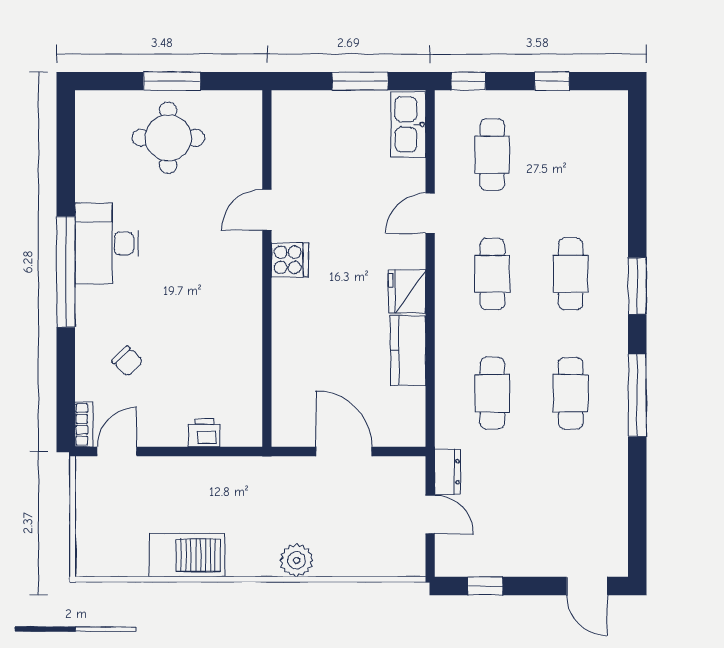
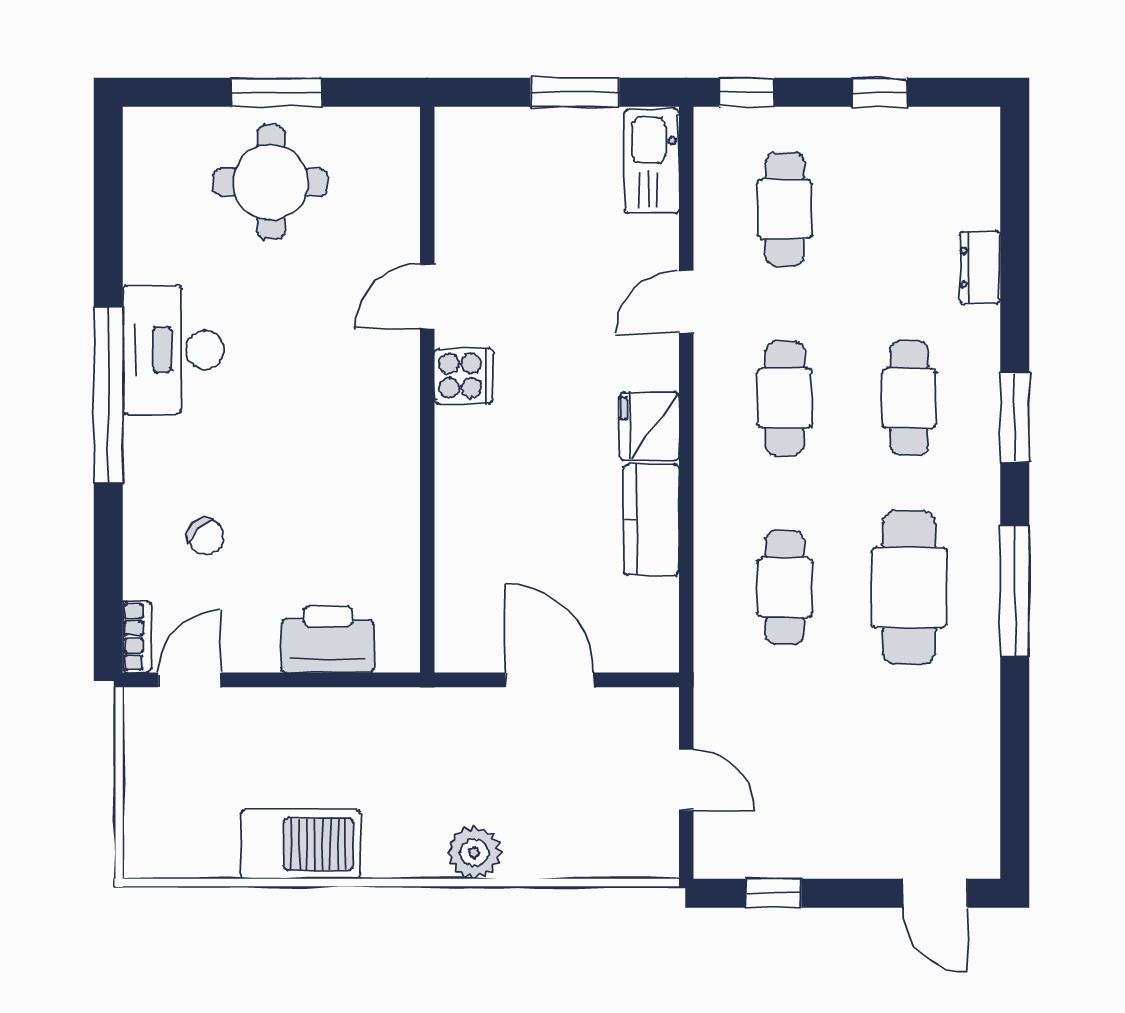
cafe table: (571, 393) -> (909, 587), width x1.37, depth x1.35
printer: (204, 433) -> (328, 639), width x1.87, depth x1.48
dresser: (448, 472) -> (980, 267), moved, turned 180

